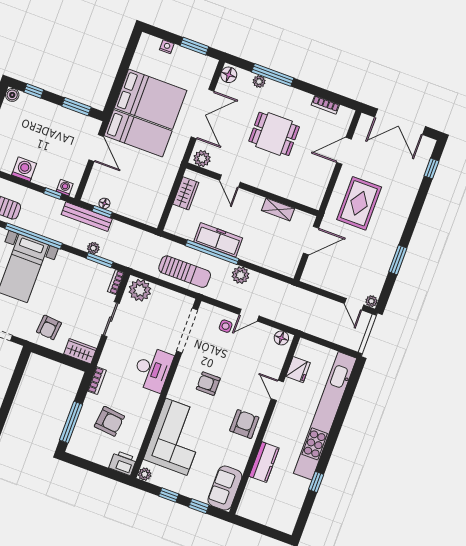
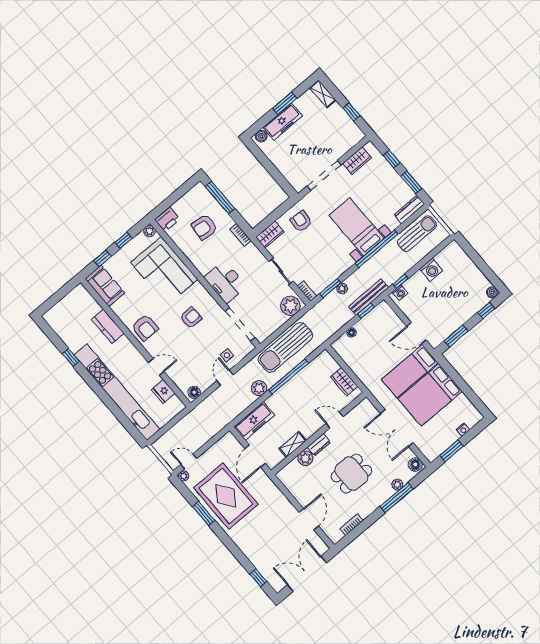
plant: (202, 159) -> (305, 458), moved
dresser: (263, 183) -> (319, 445), added
floor lamp: (104, 203) -> (351, 333), moved
rug: (359, 203) -> (226, 496), moved, width x1.37, depth x1.44
freezer: (218, 240) -> (254, 421), moved
sun lounger: (185, 272) -> (285, 347), width x1.36, depth x1.34

